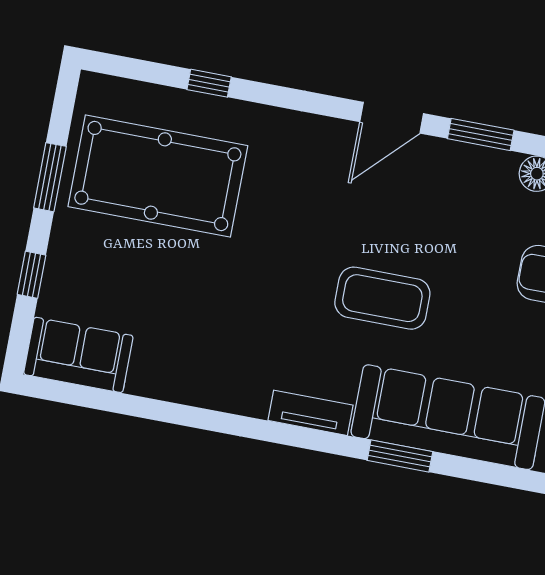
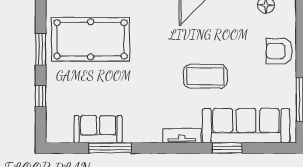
sofa: (78, 355) -> (98, 129), moved
window: (156, 410) -> (110, 148), added

